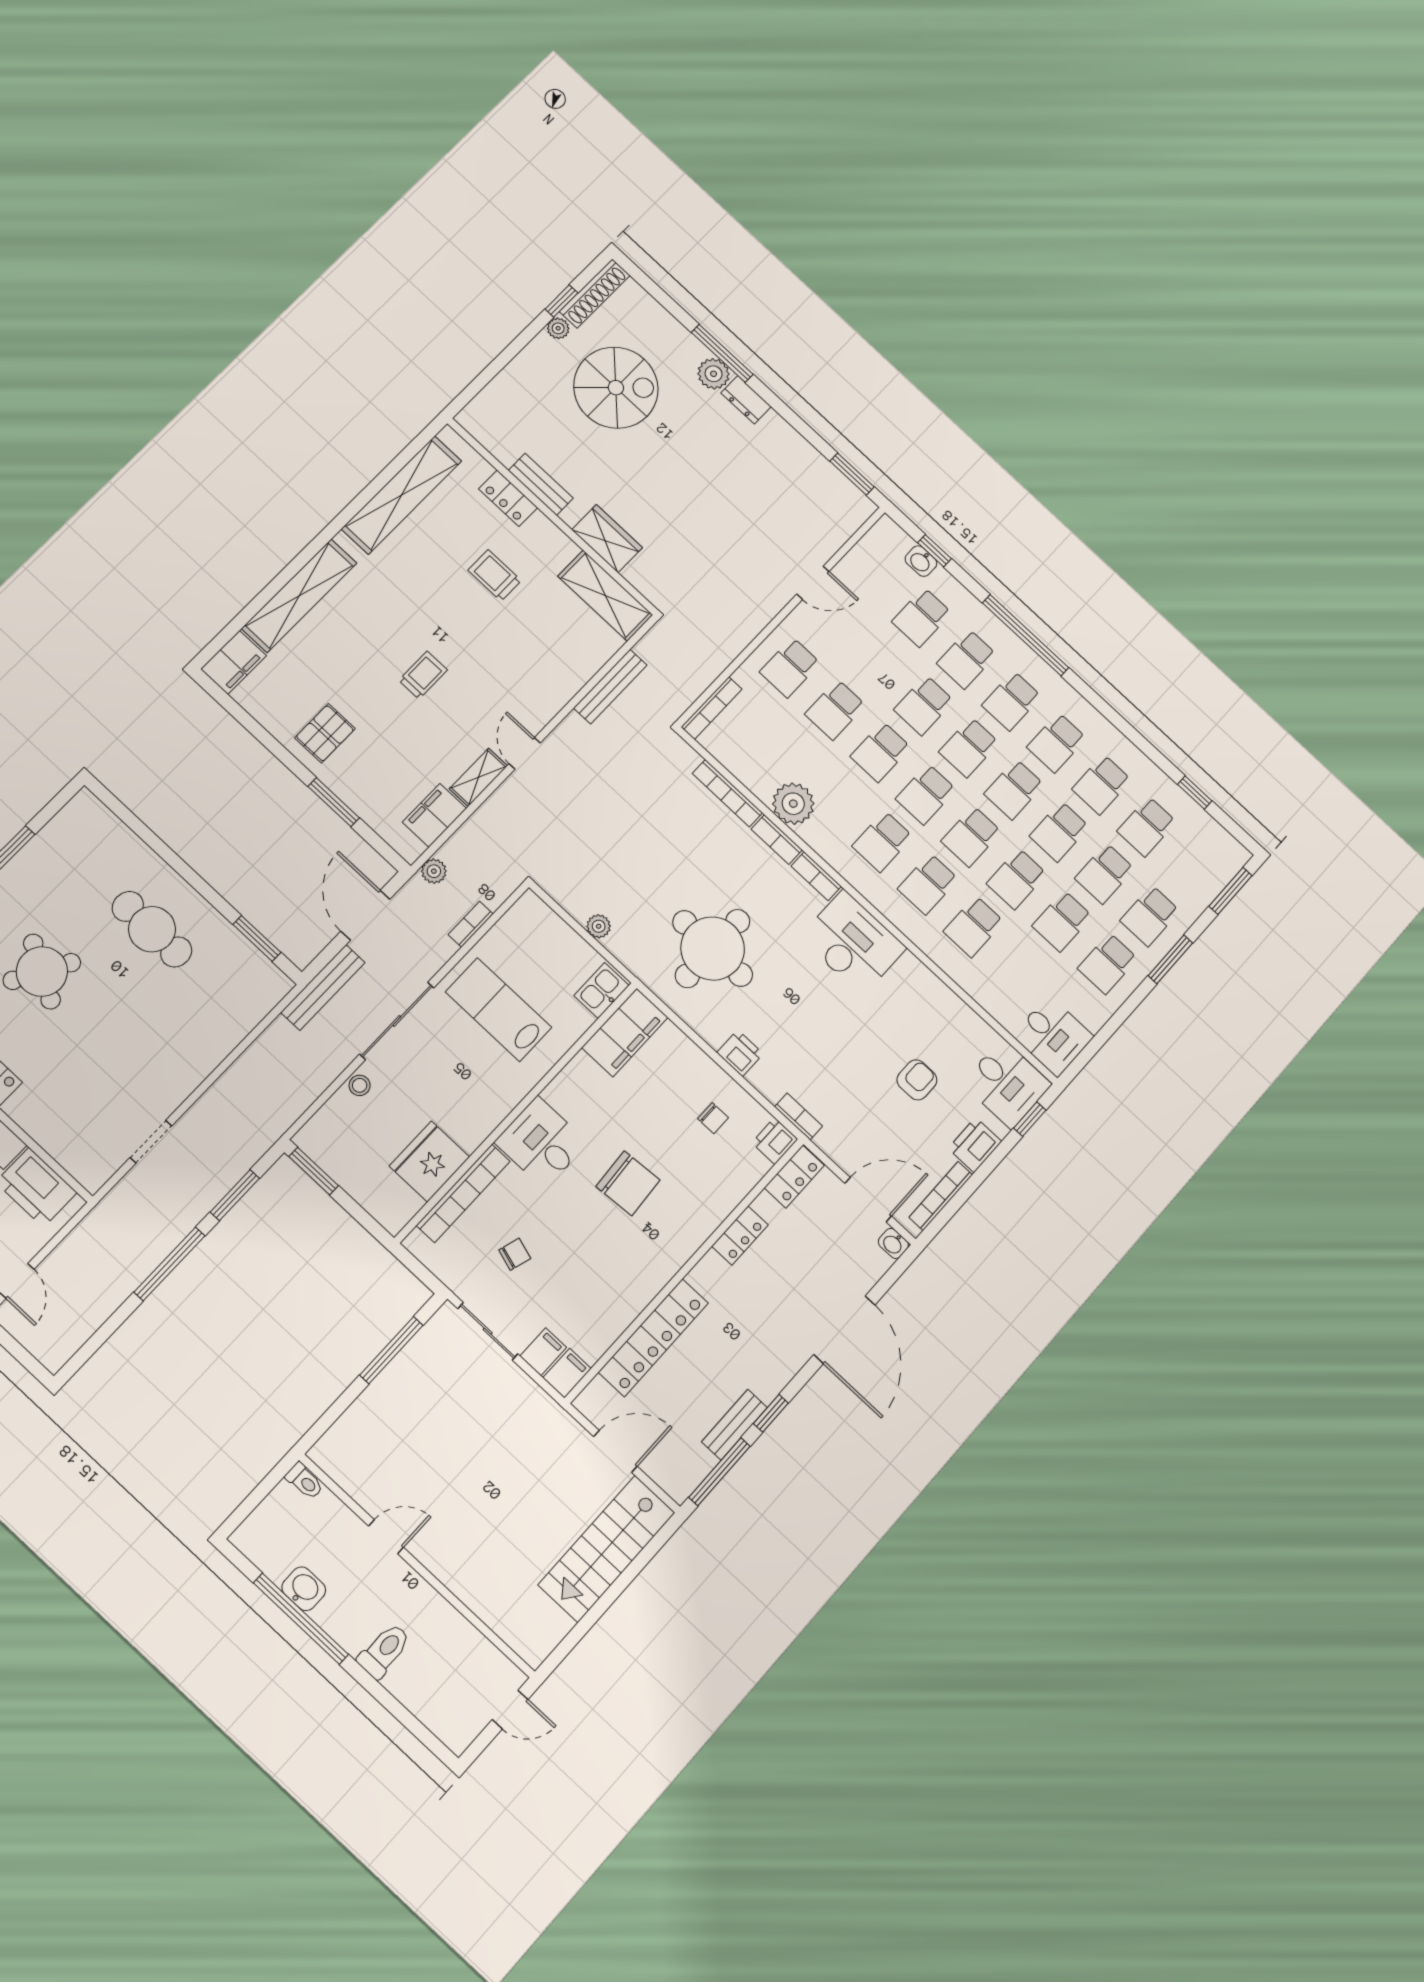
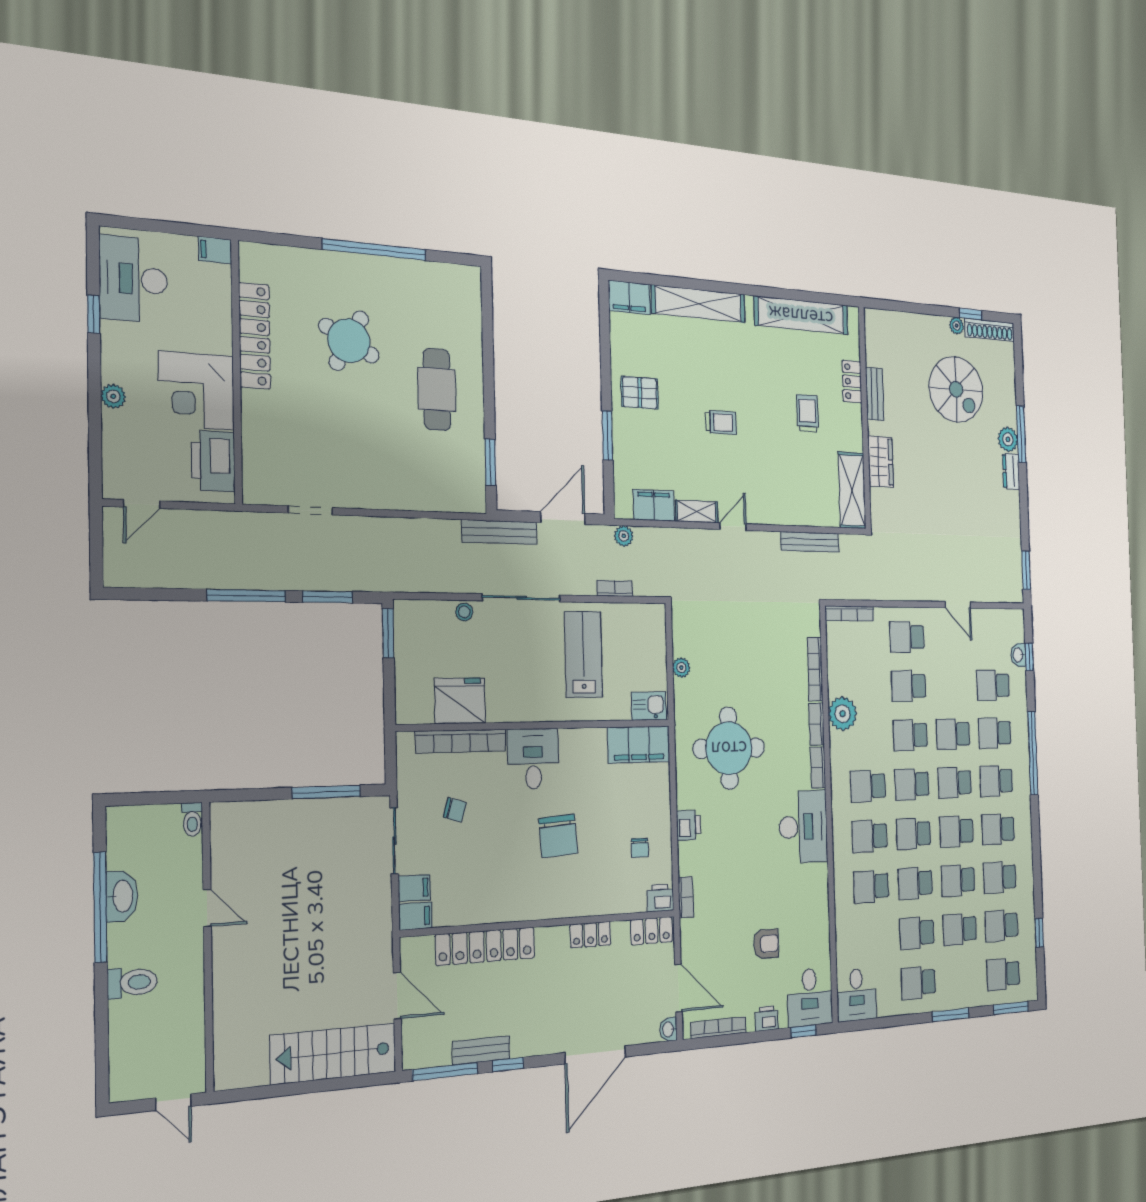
school desk: (1150, 916) -> (1003, 974), moved
printer: (975, 1145) -> (767, 1018), width x0.73, depth x0.81
washbasin: (304, 1589) -> (122, 896), width x1.38

